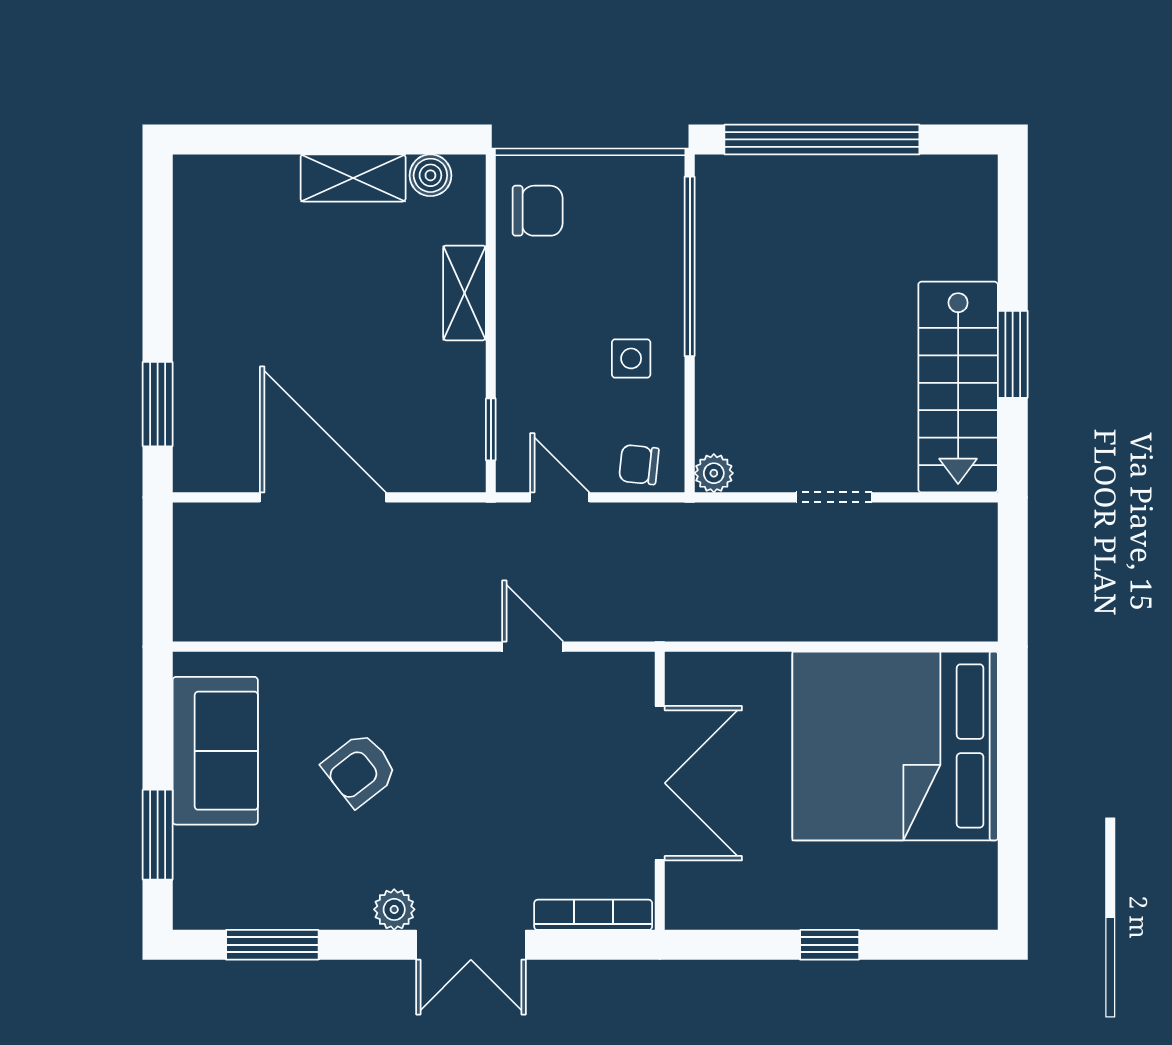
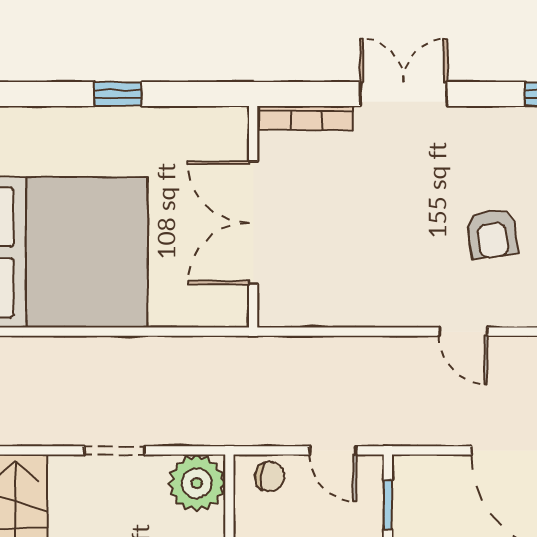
plant: (714, 473) -> (197, 483), width x1.88, depth x1.88
door: (533, 647) -> (463, 332), moved
armchair: (360, 770) -> (492, 234), turned 121
plant: (394, 909) -> (465, 122), removed

